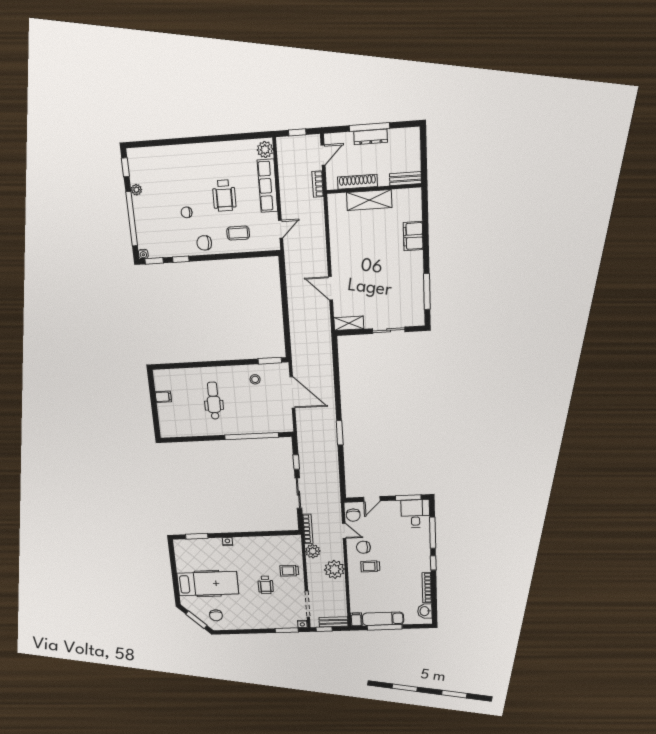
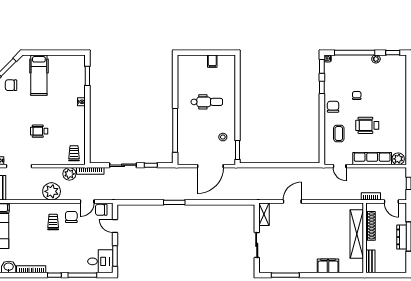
shelving: (369, 200) -> (357, 234), width x1.47
trolley: (289, 571) -> (74, 153), moved
hospital bed: (208, 584) -> (39, 75), width x0.73, depth x0.78

